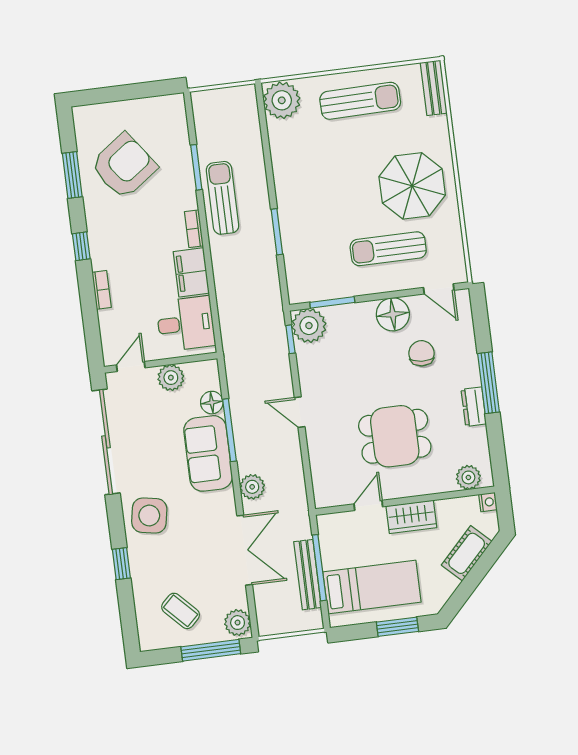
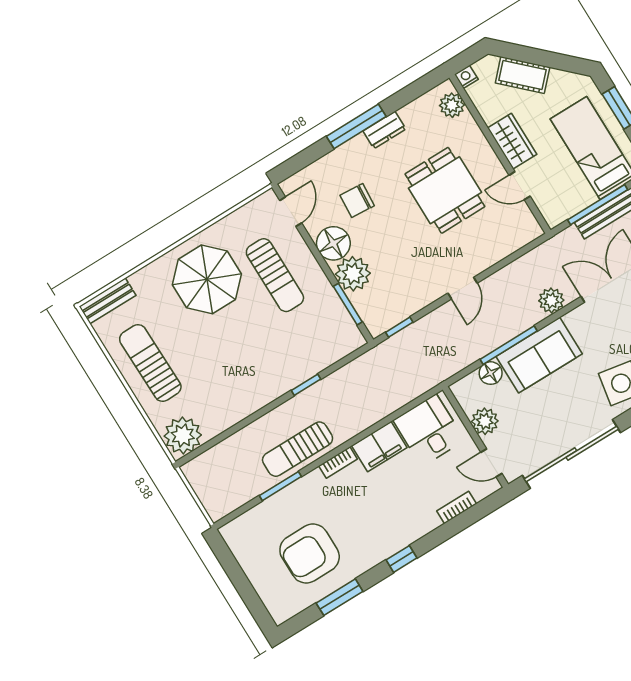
armchair: (124, 166) -> (310, 553), turned -54
window: (277, 232) -> (306, 385), width x0.67
bookcase: (102, 290) -> (457, 507), moved
plant: (309, 326) -> (353, 274), moved

